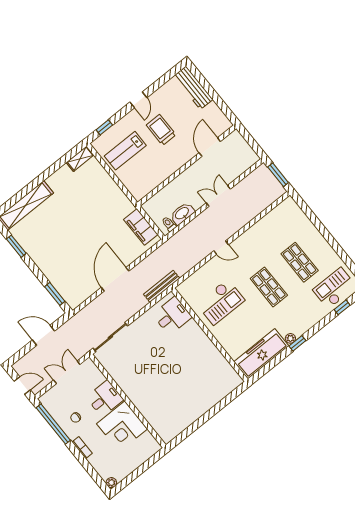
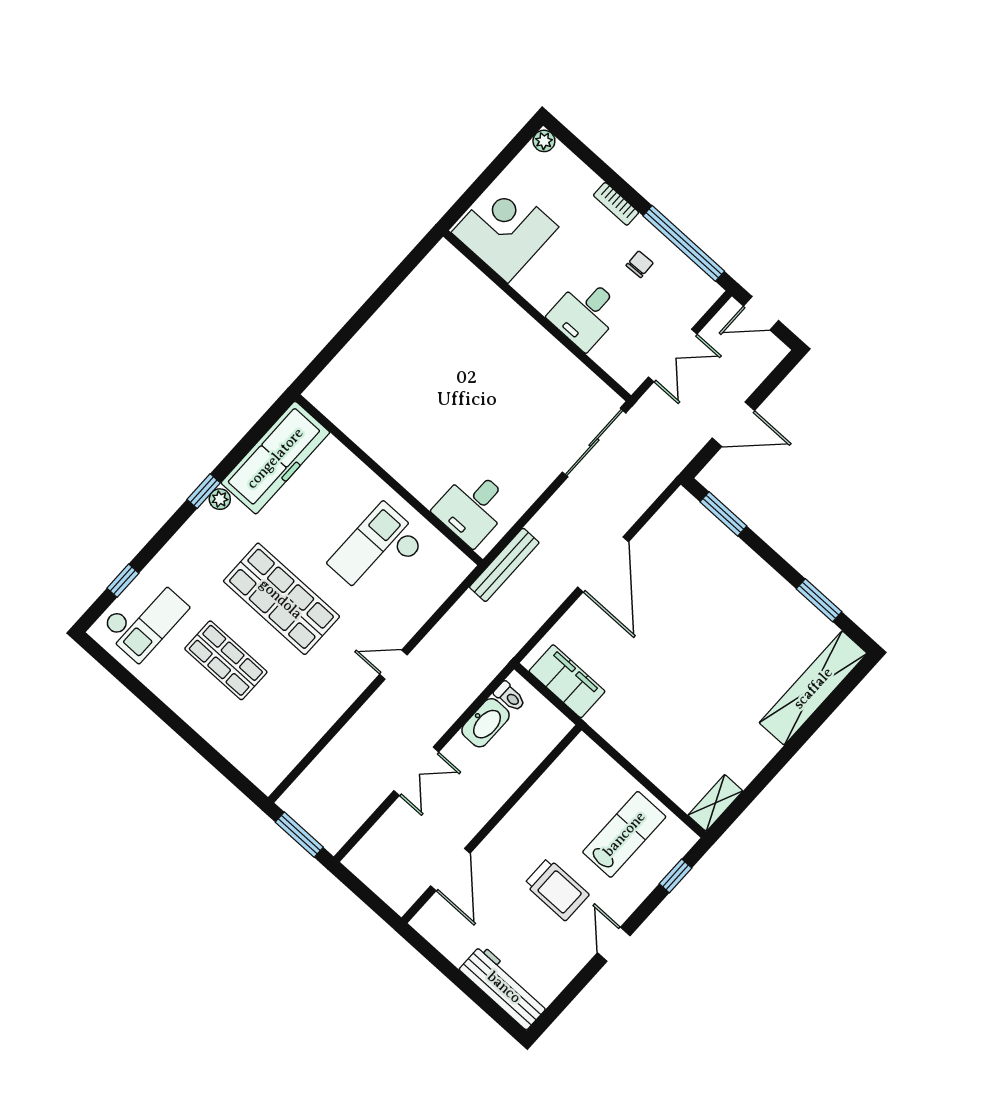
shop shelf: (269, 287) -> (281, 599), width x1.43, depth x1.36
corner desk: (122, 426) -> (505, 230), moved

